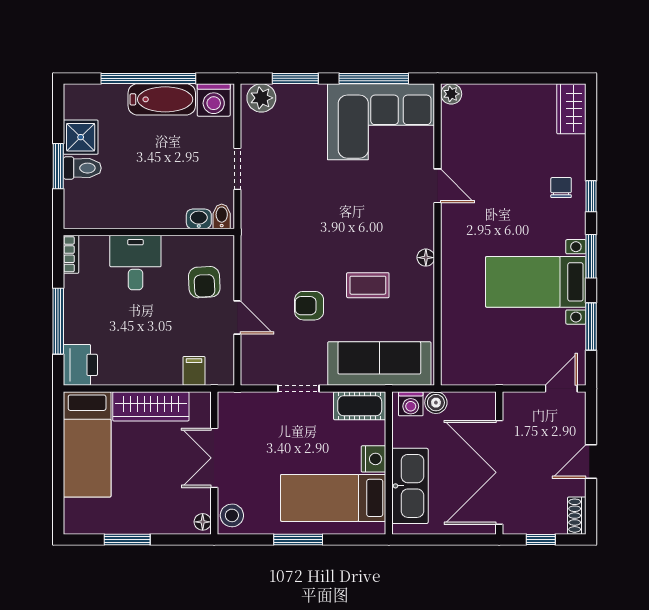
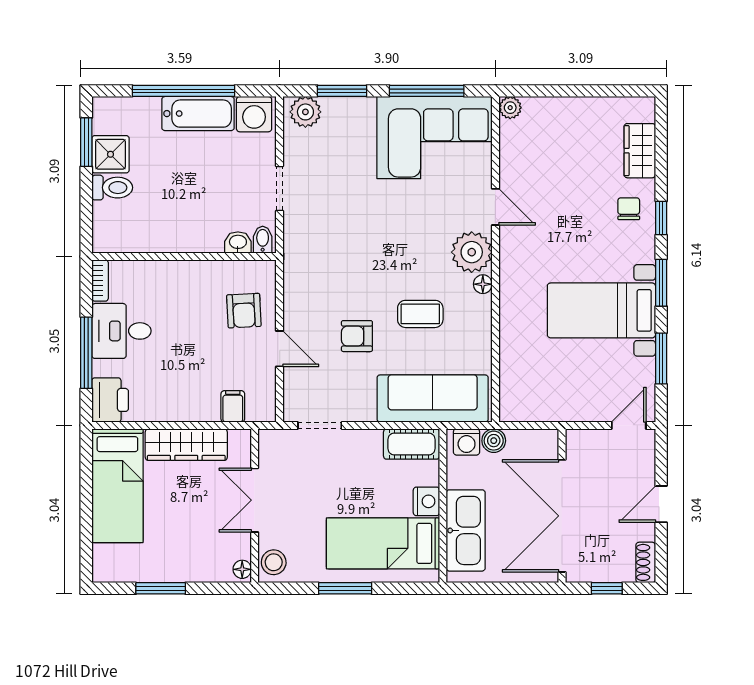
wardrobe: (571, 109) -> (640, 151), moved
window: (58, 166) -> (86, 142), moved
plant: (416, 228) -> (472, 252), added
desk: (135, 263) -> (121, 331), moved, turned -90
doorway: (299, 389) -> (320, 425), moved

